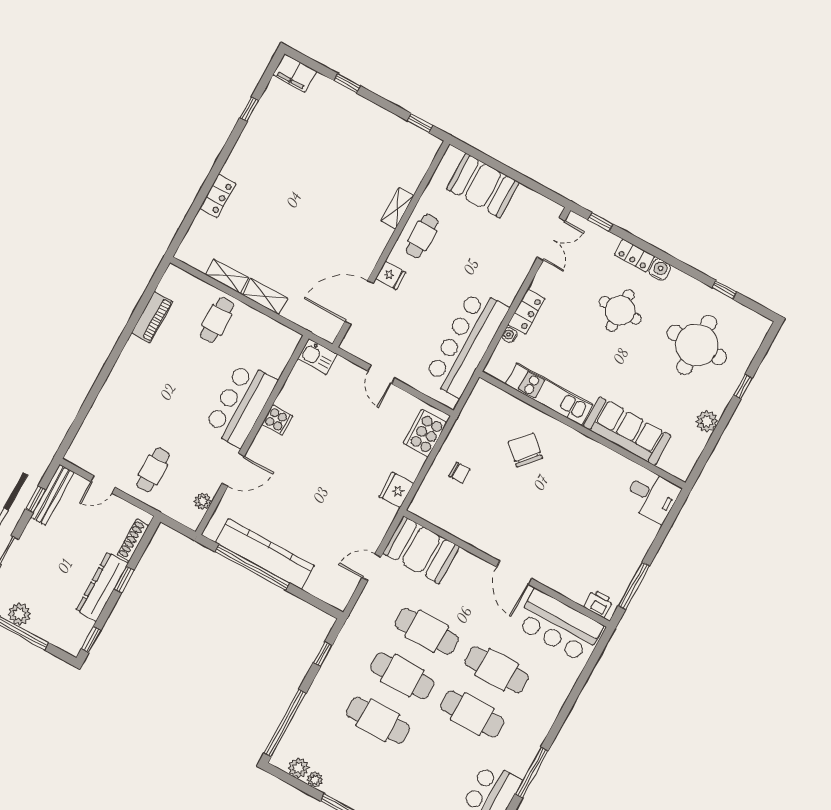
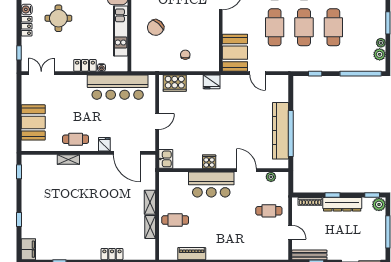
plant: (19, 614) -> (379, 204), moved

